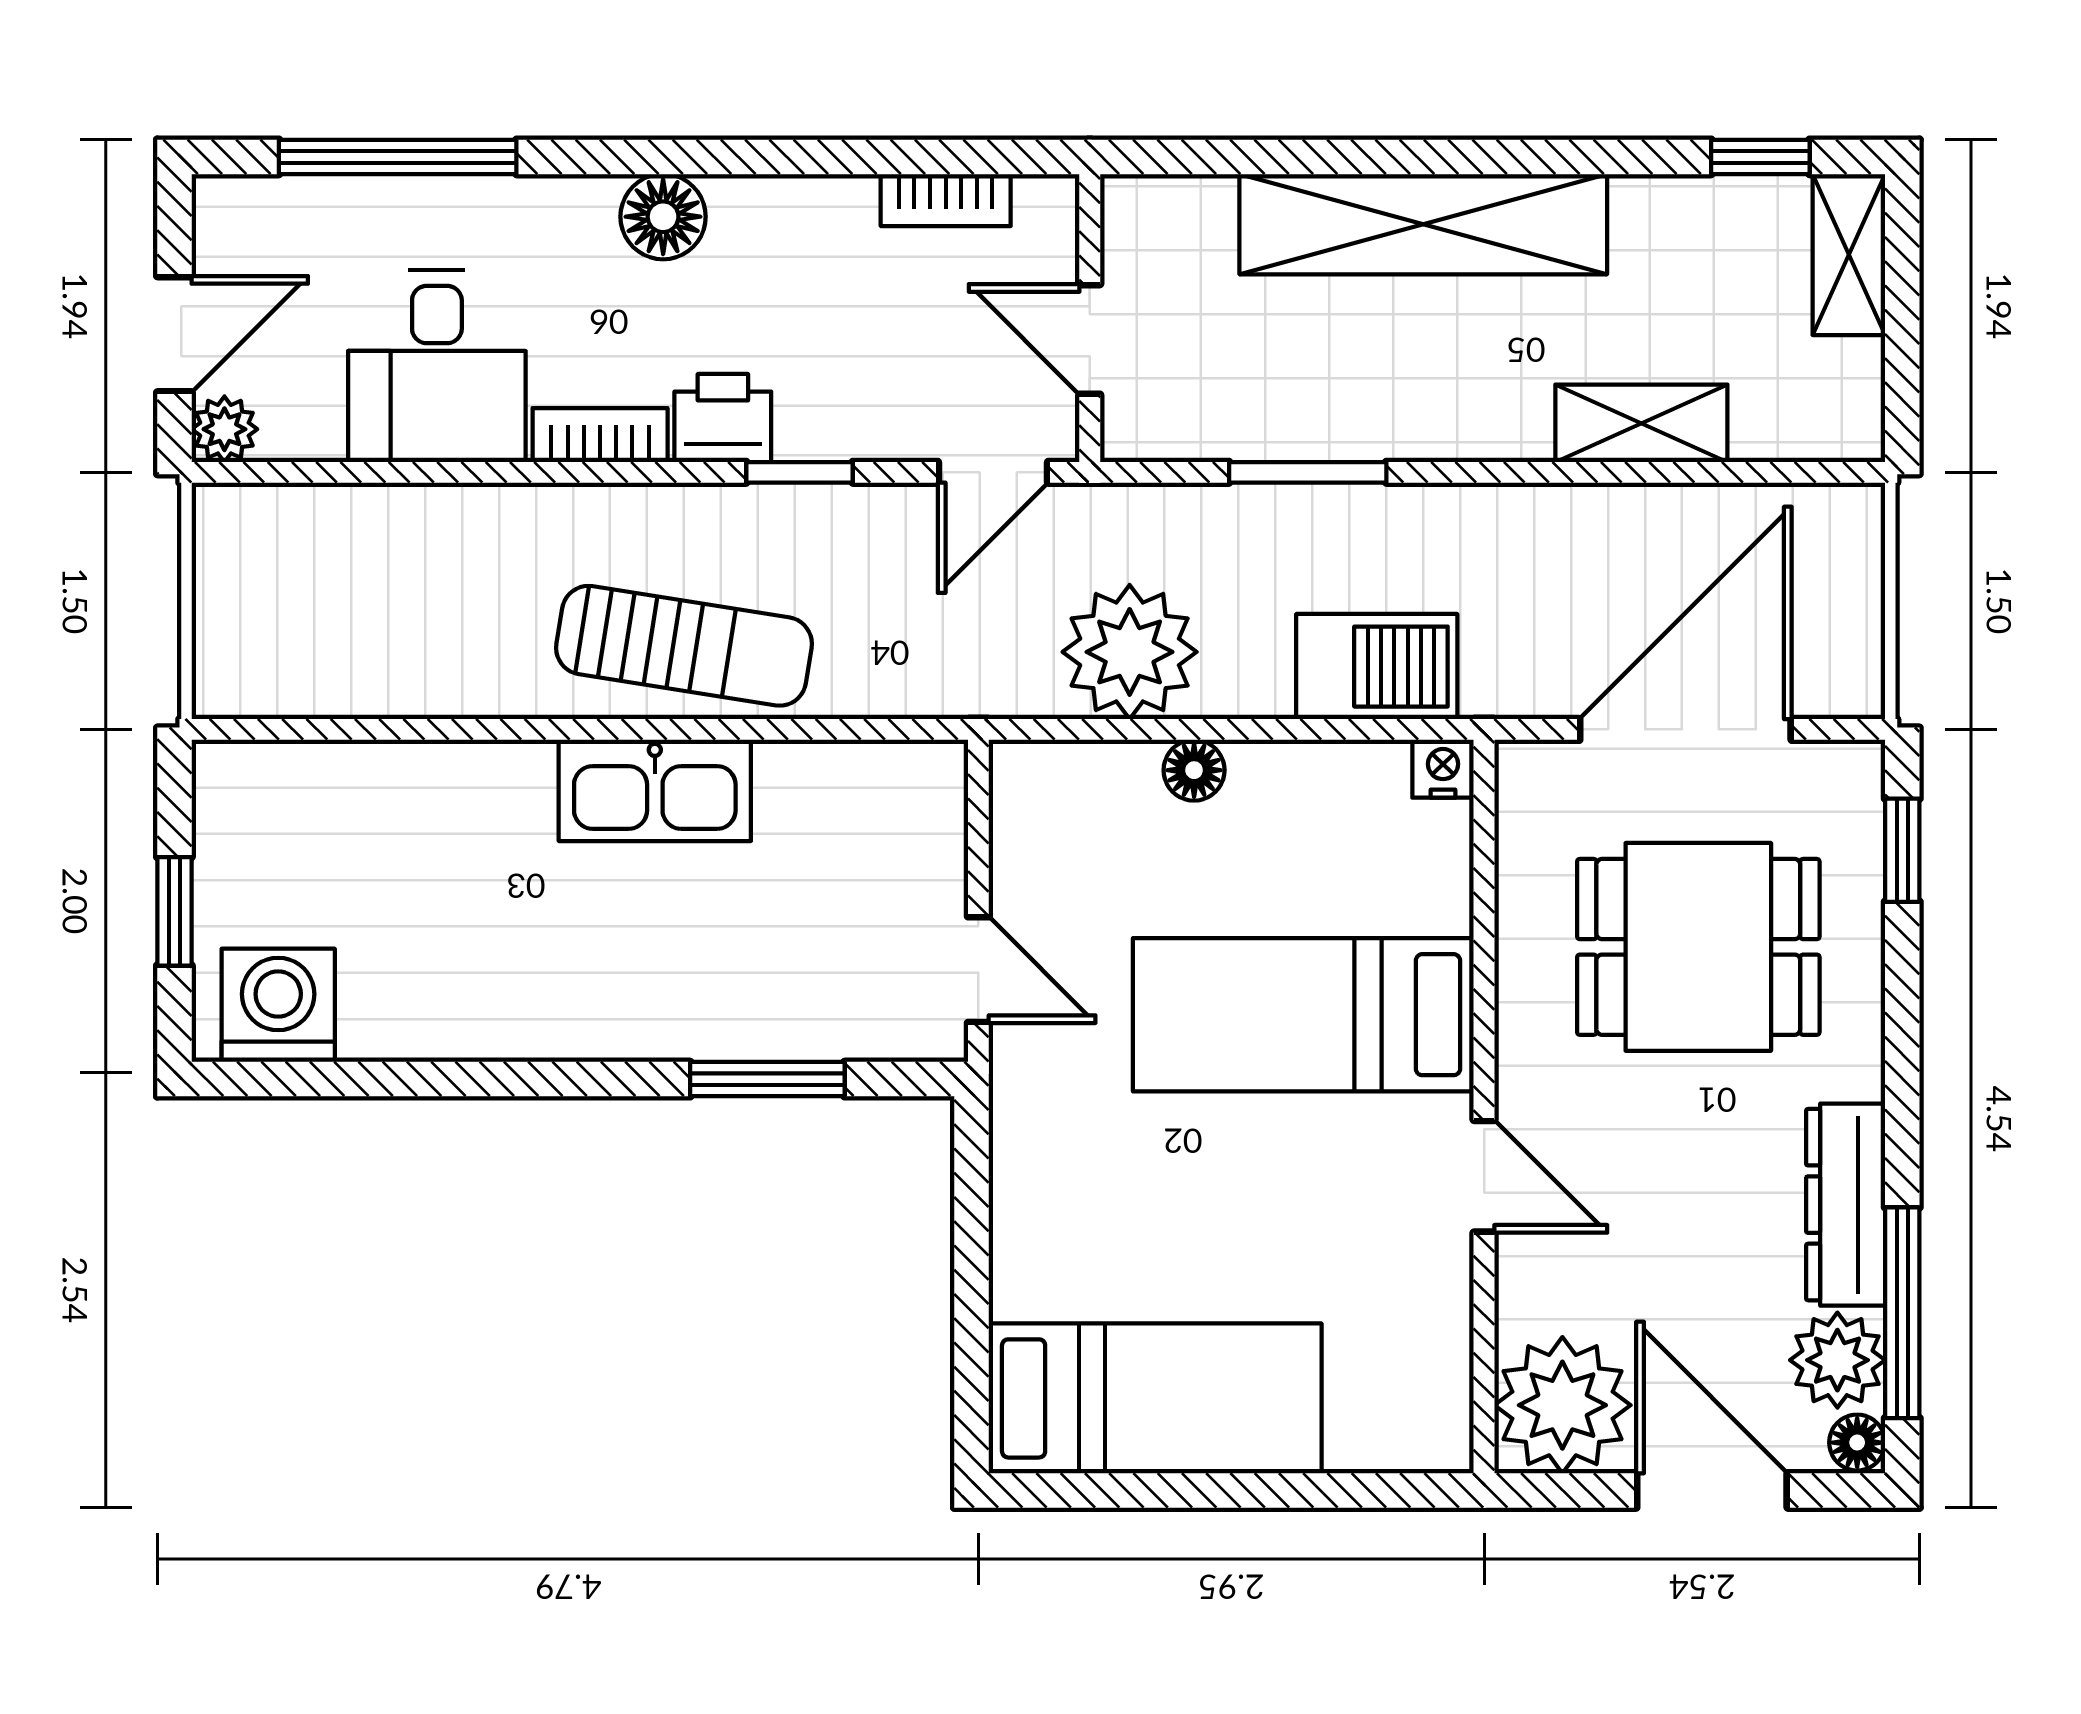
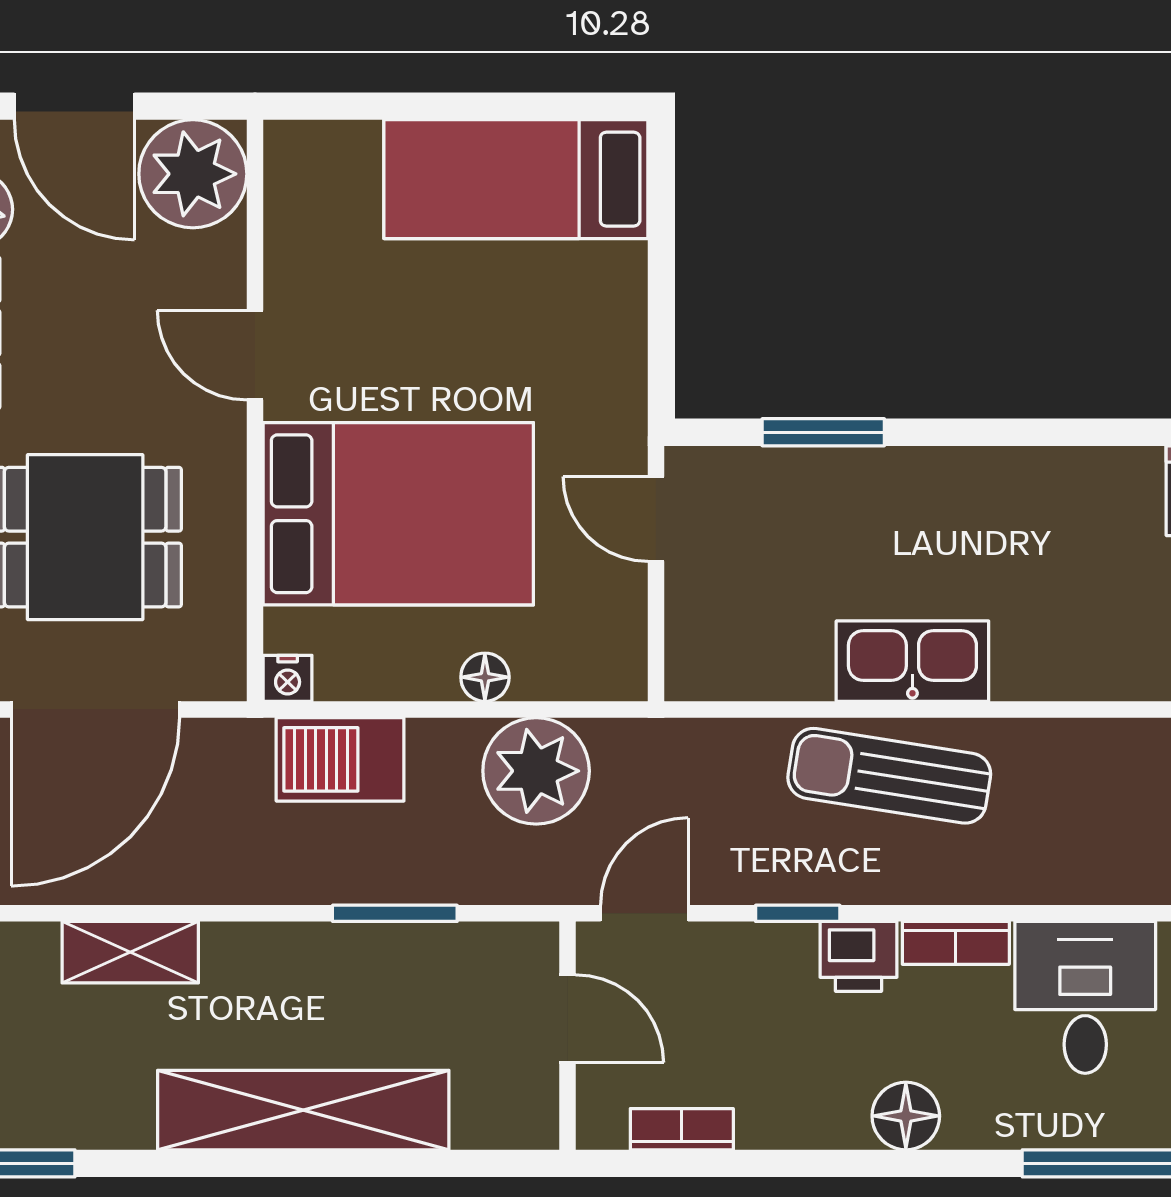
bed: (1303, 1015) -> (398, 514), width x1.50

